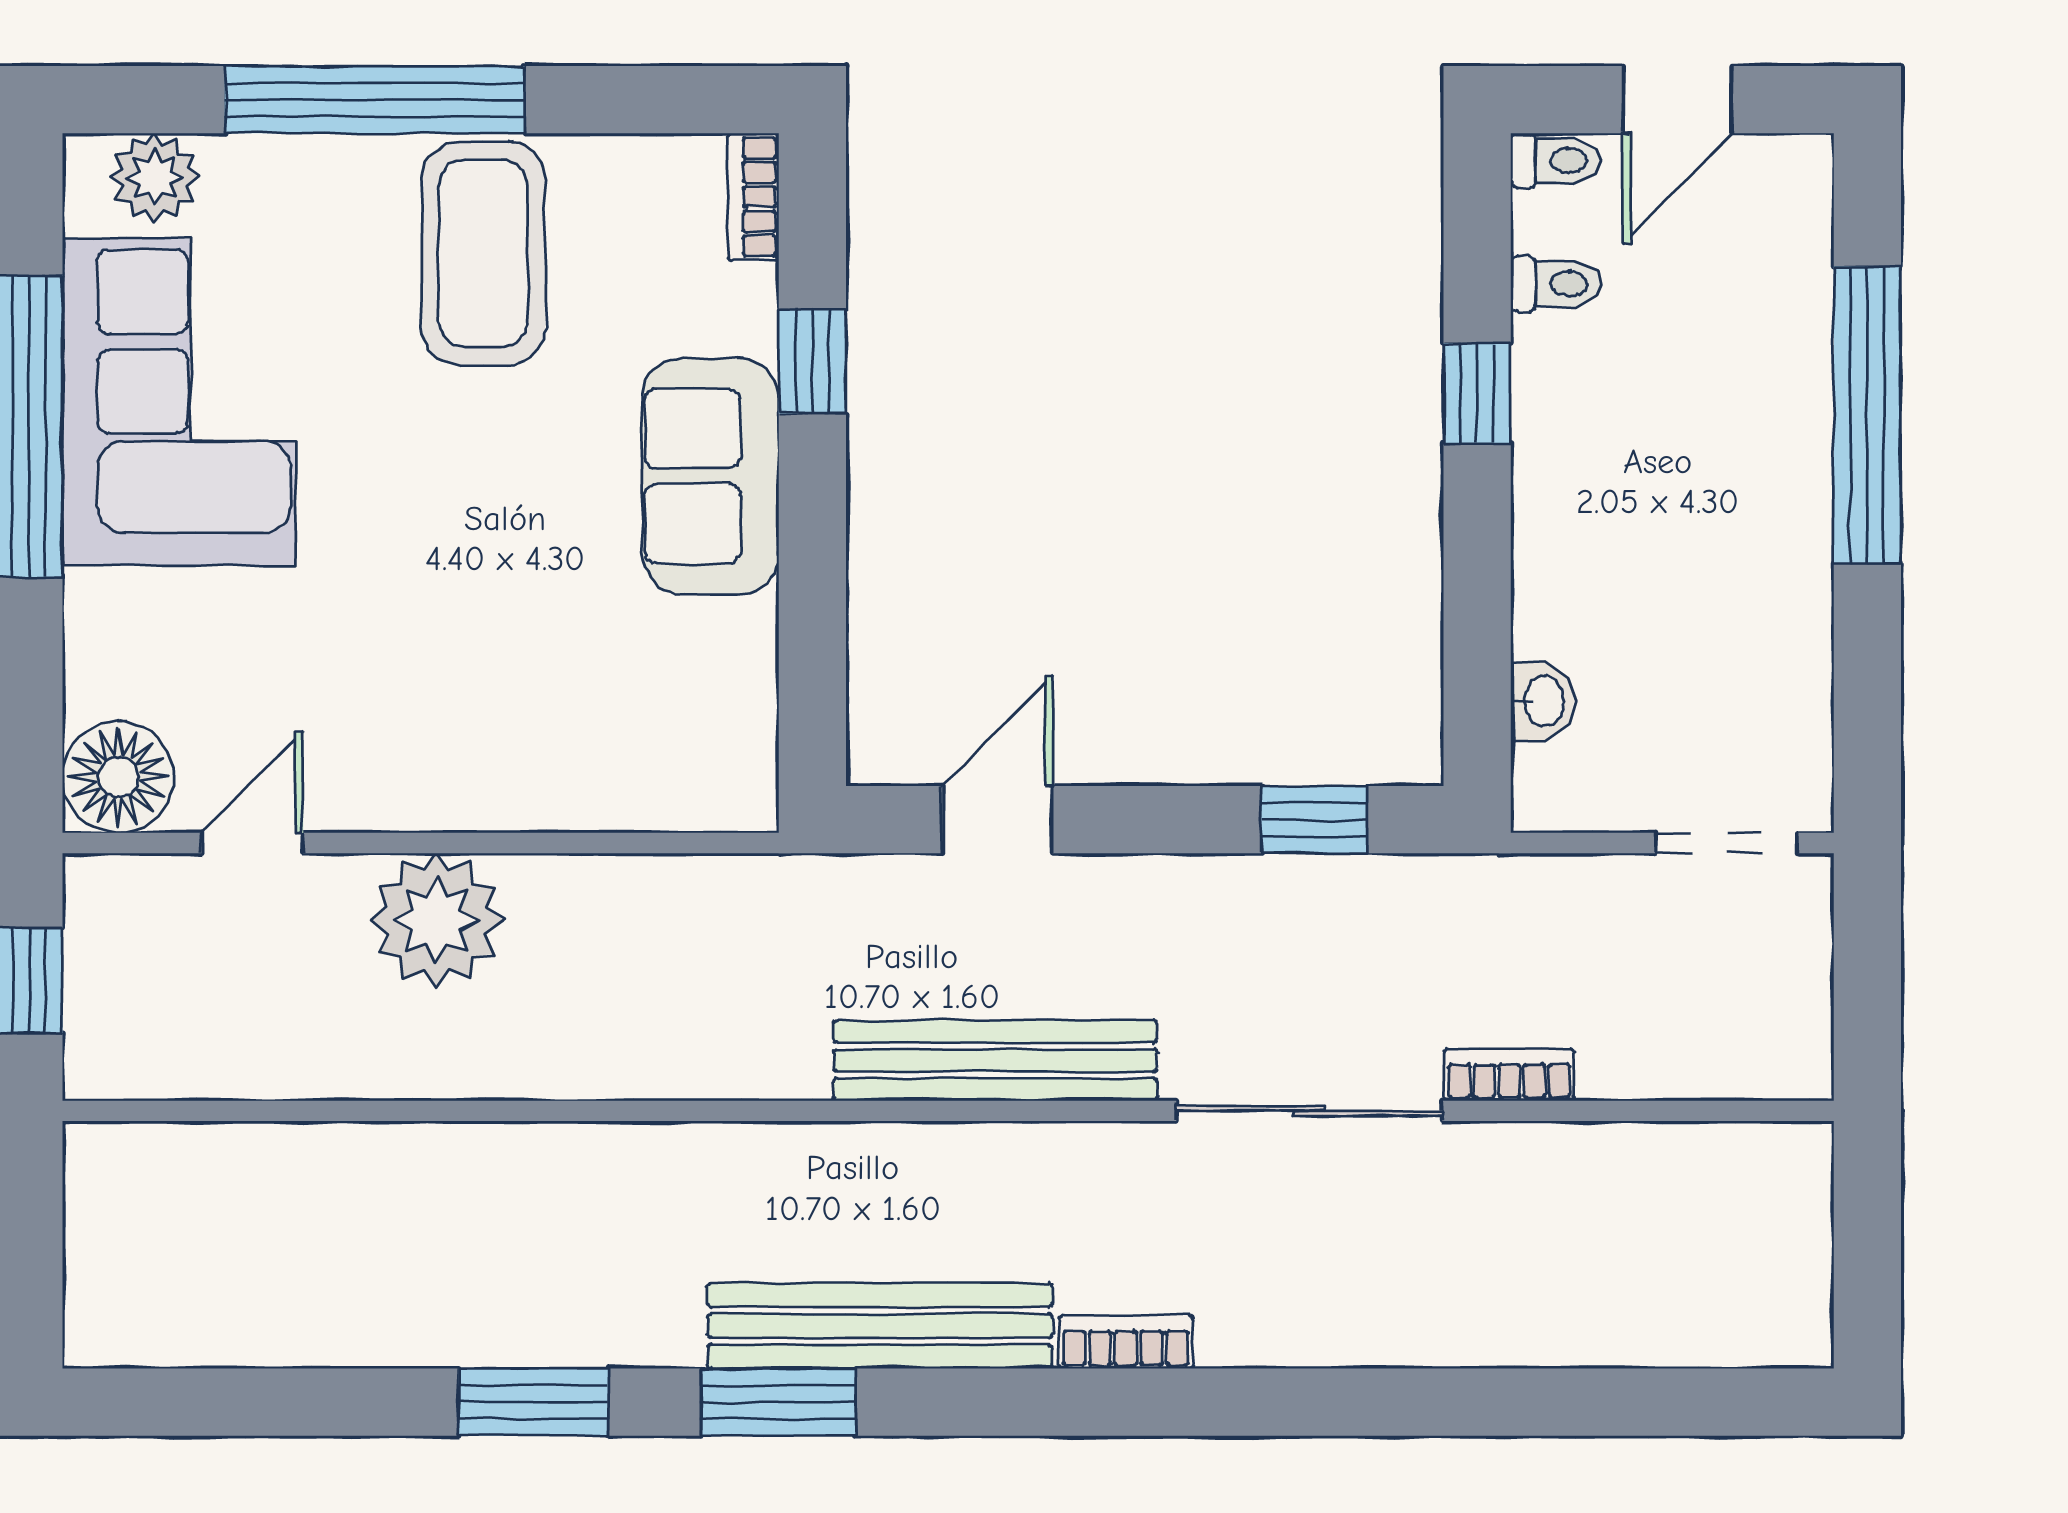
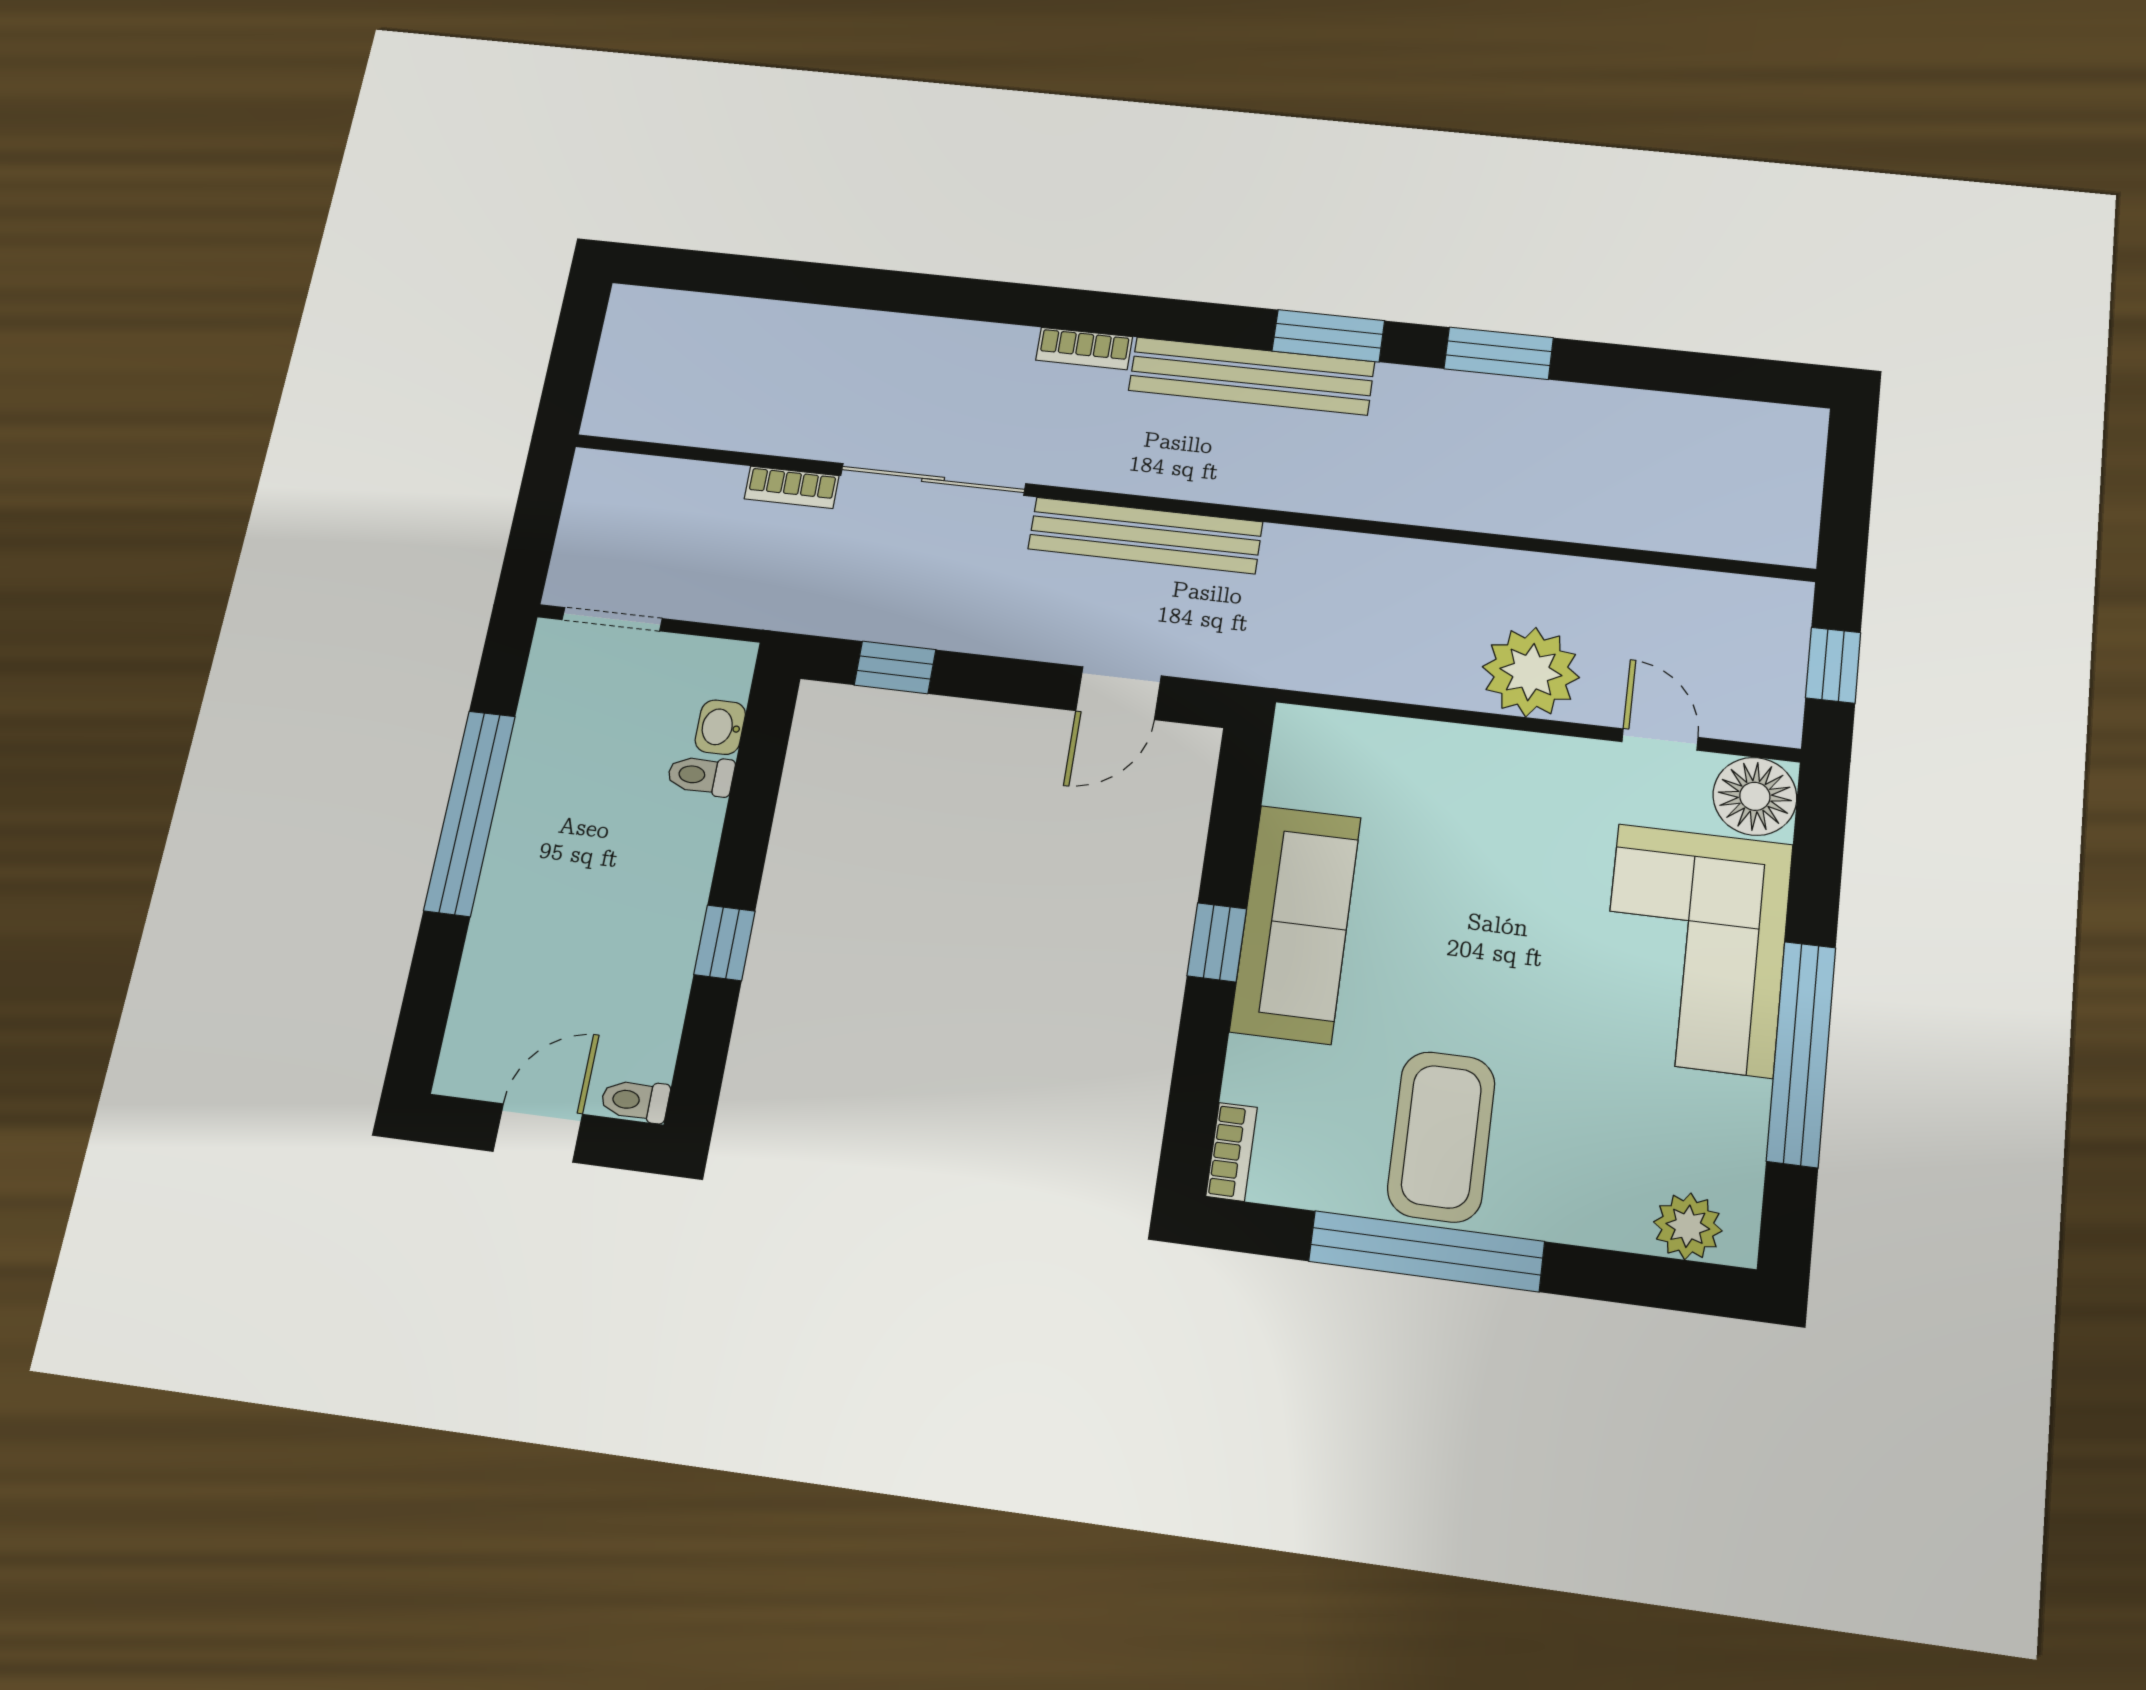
window: (374, 100) -> (1426, 1251), moved
toilet: (1556, 284) -> (701, 775), moved
window: (812, 362) -> (1217, 942), moved
corner sofa: (179, 402) -> (1695, 950), moved
window: (1867, 415) -> (470, 813), moved
sofa: (711, 476) -> (1296, 924), width x1.36
door: (252, 843) -> (1660, 740), swing flipped

